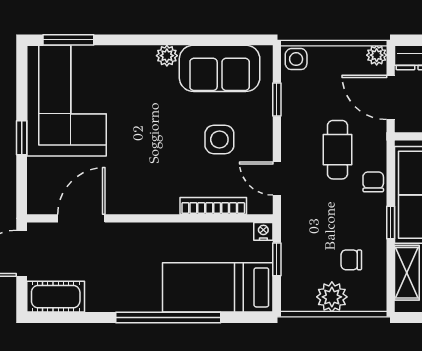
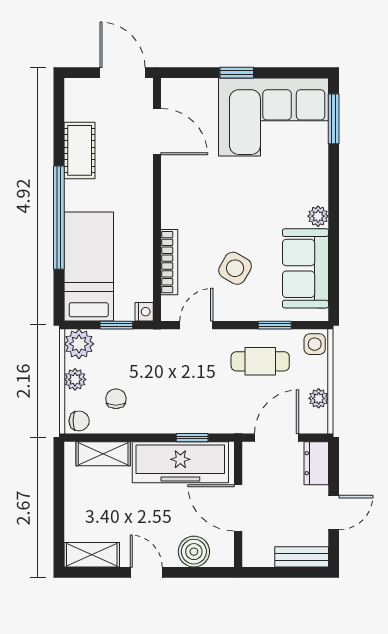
plant: (377, 55) -> (319, 398), moved
side table: (219, 139) -> (235, 268), turned 30
cafe table: (337, 150) -> (260, 361), moved
chair: (373, 182) -> (79, 421), moved
window: (391, 222) -> (192, 438), moved
cot: (56, 297) -> (80, 150), moved
plant: (296, 297) -> (79, 344), added
plant: (332, 297) -> (75, 379), width x0.73, depth x0.73

